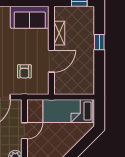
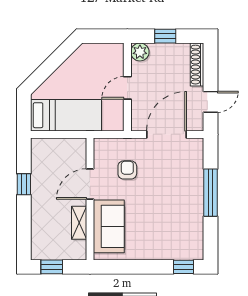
sofa: (30, 17) -> (109, 226), moved, turned 90
window: (99, 42) -> (24, 184), moved

